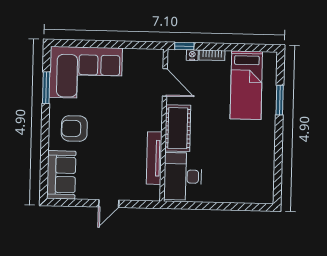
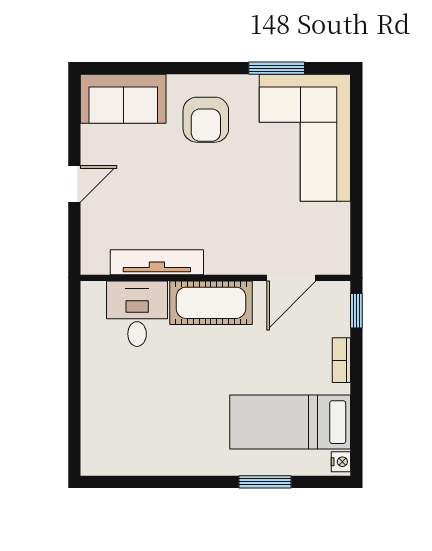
nightstand: (192, 55) -> (341, 462), moved
armchair: (74, 128) -> (206, 120), turned 180
desk: (183, 176) -> (137, 314), width x0.73
door: (109, 204) -> (74, 184), swing flipped

